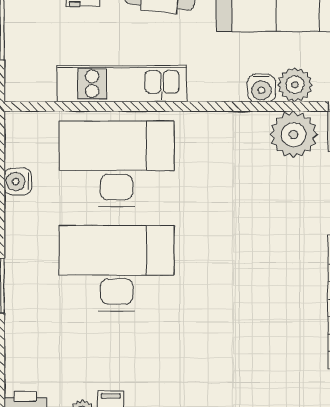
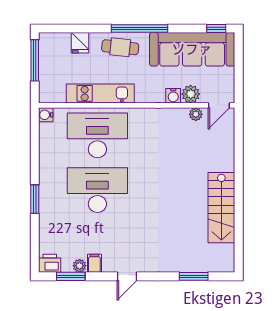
plant: (294, 134) -> (196, 114), width x0.53, depth x0.53
water cooler: (18, 182) -> (46, 115), moved

